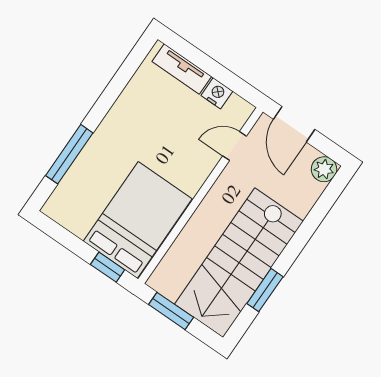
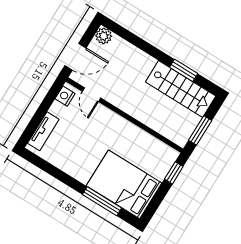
nightstand: (217, 93) -> (65, 96), moved
bed: (138, 220) -> (124, 184), moved
stairs: (239, 263) -> (181, 89), width x0.73, depth x0.66

